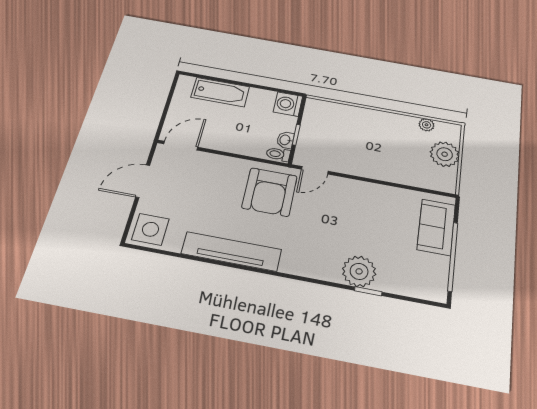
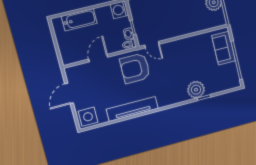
door: (181, 146) -> (98, 58), moved
door: (315, 170) -> (152, 45), hinge flipped
armchair: (270, 192) -> (135, 68), turned 90

